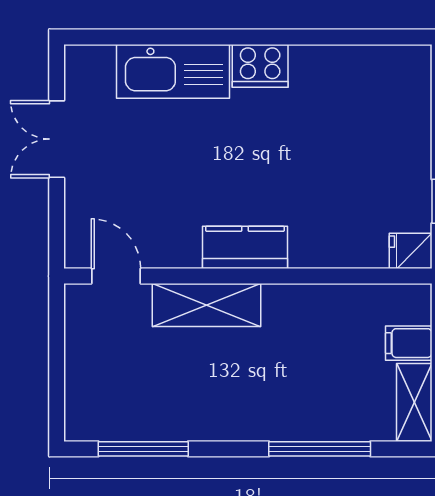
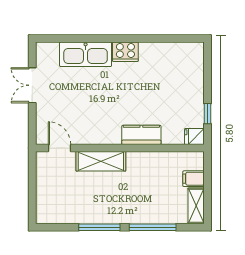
kitchen counter: (245, 247) -> (141, 135), moved
window: (143, 449) -> (99, 227), moved

